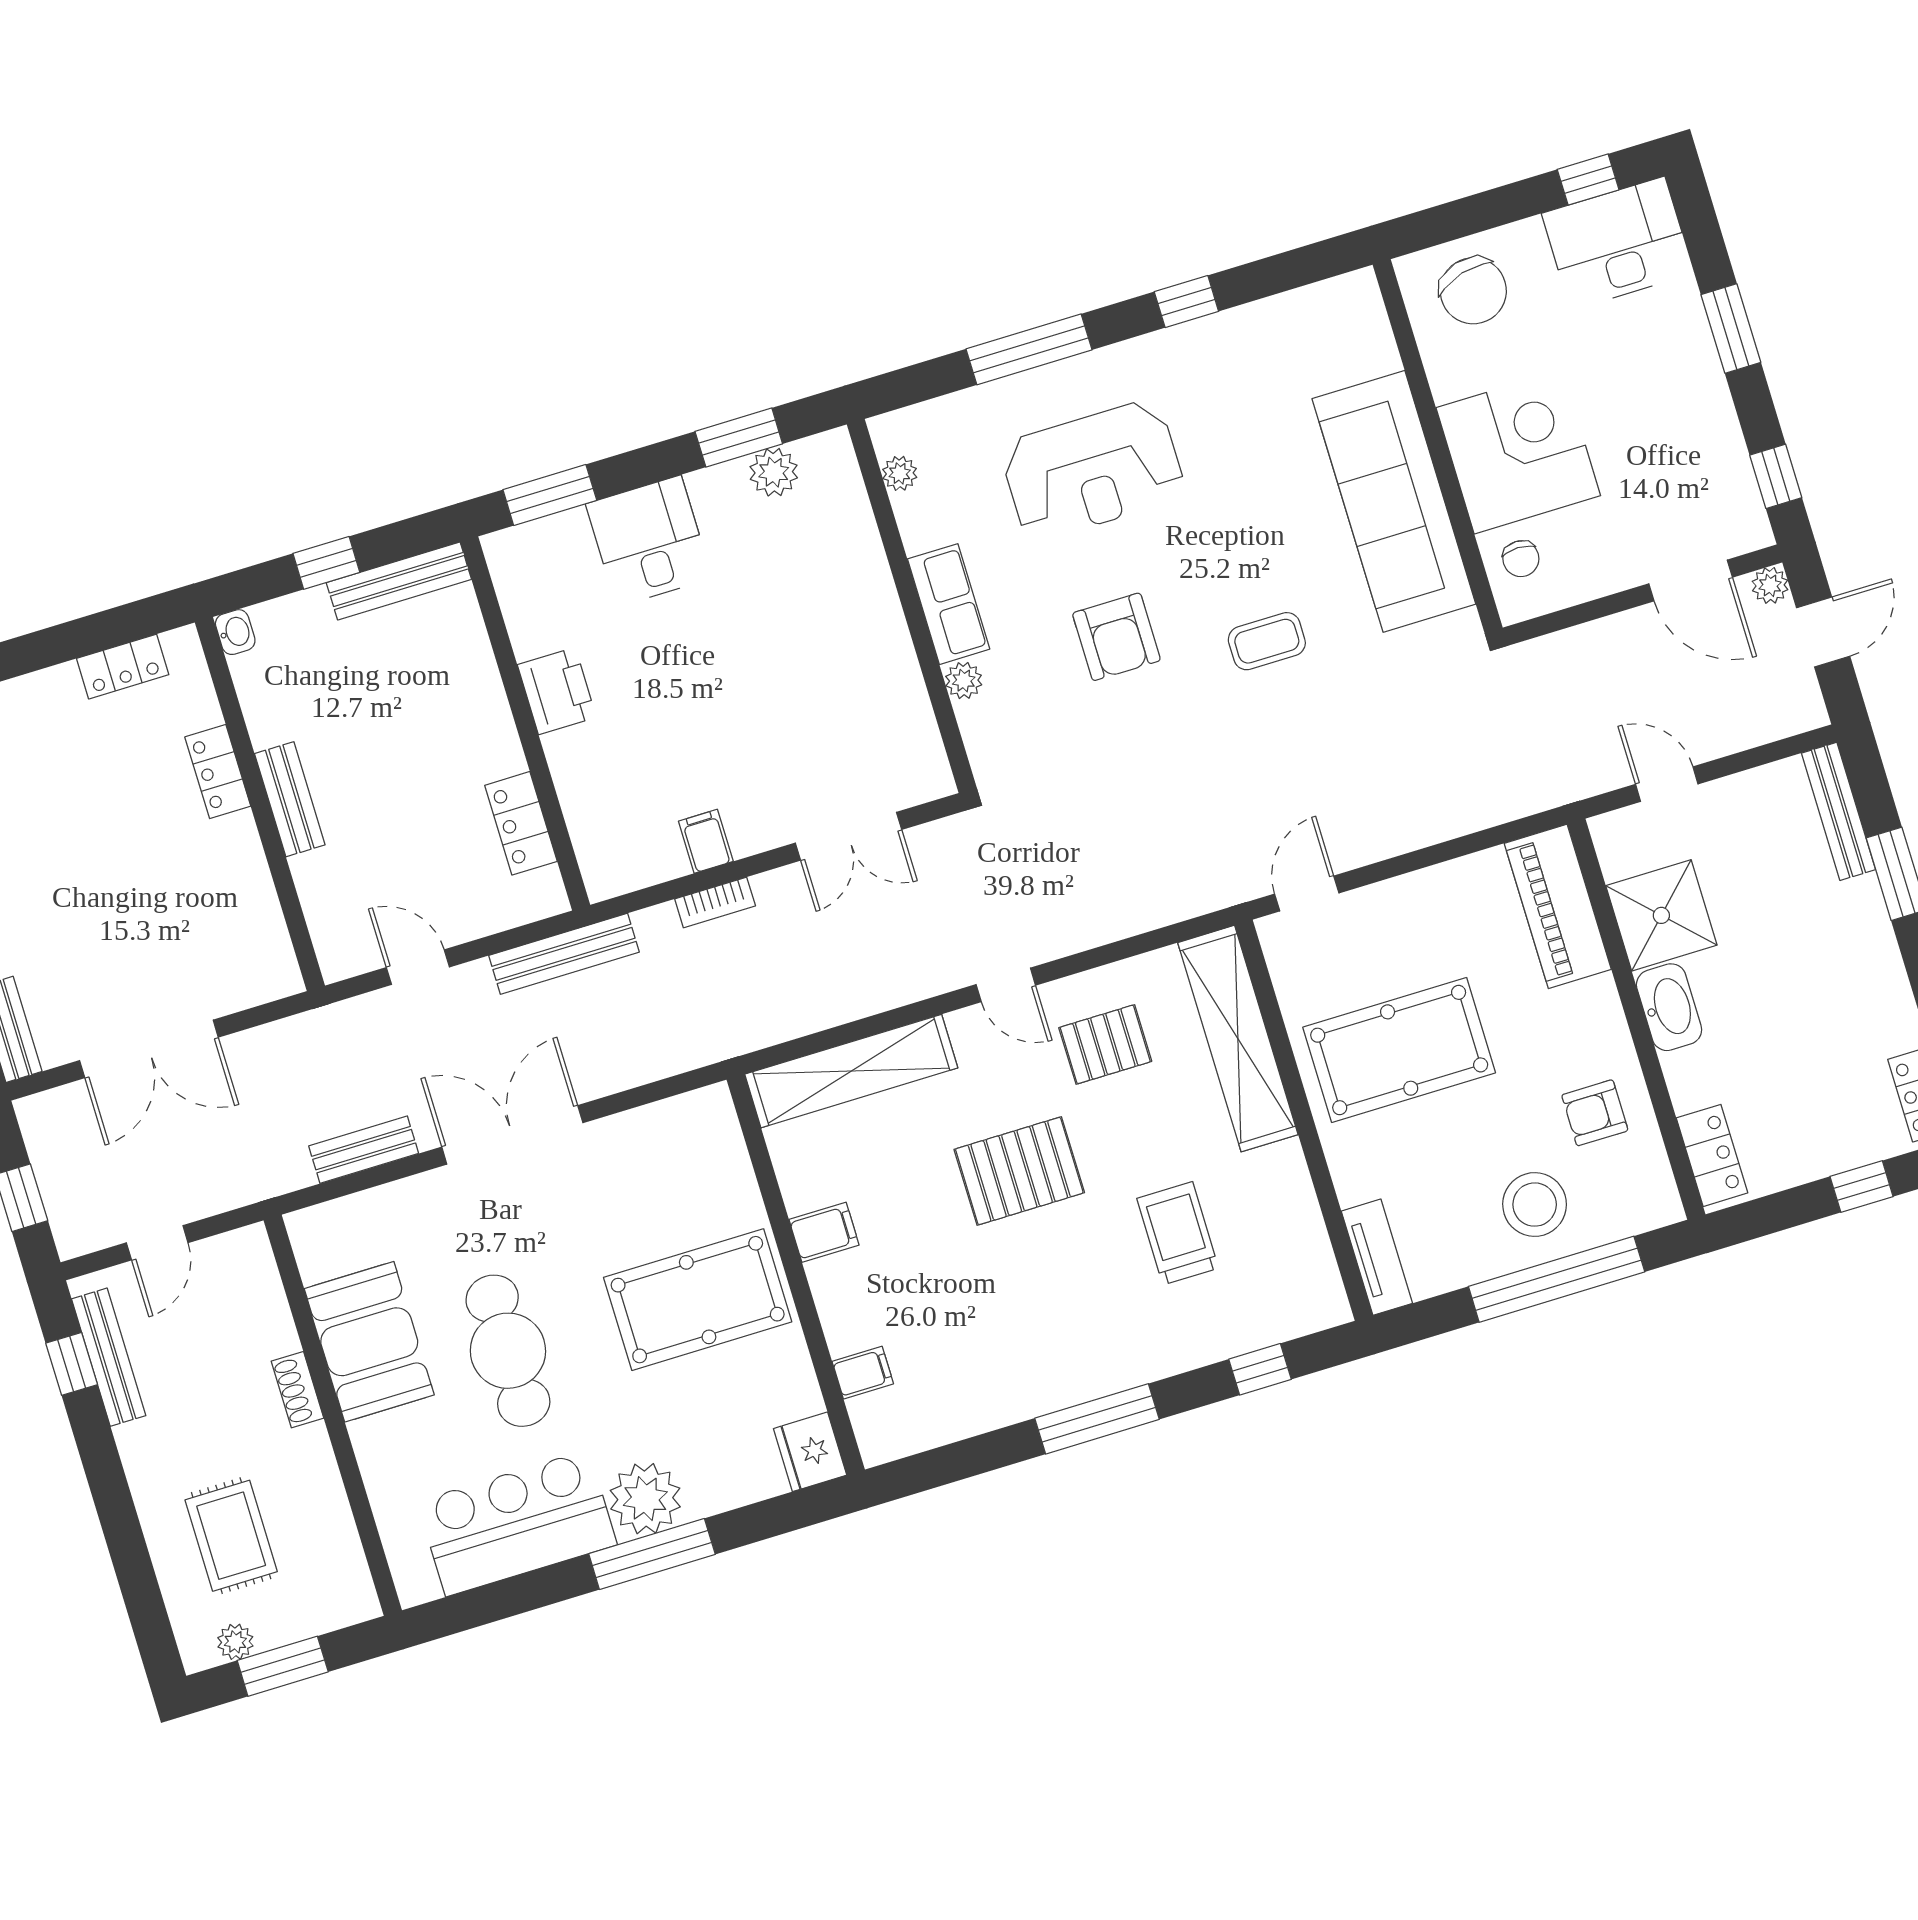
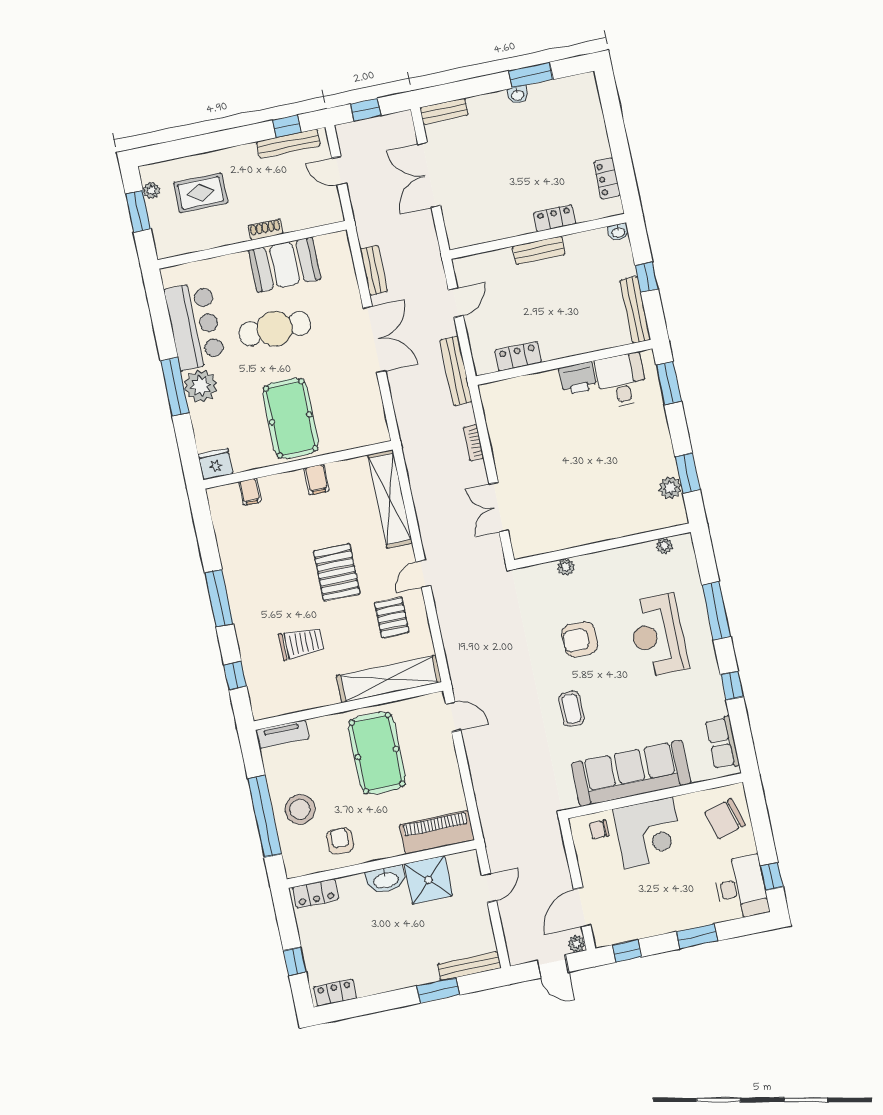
desk: (649, 541) -> (621, 381), moved, turned -90
row of seats: (949, 604) -> (722, 743), moved, turned 90
filing cabinet: (706, 841) -> (502, 441), removed

